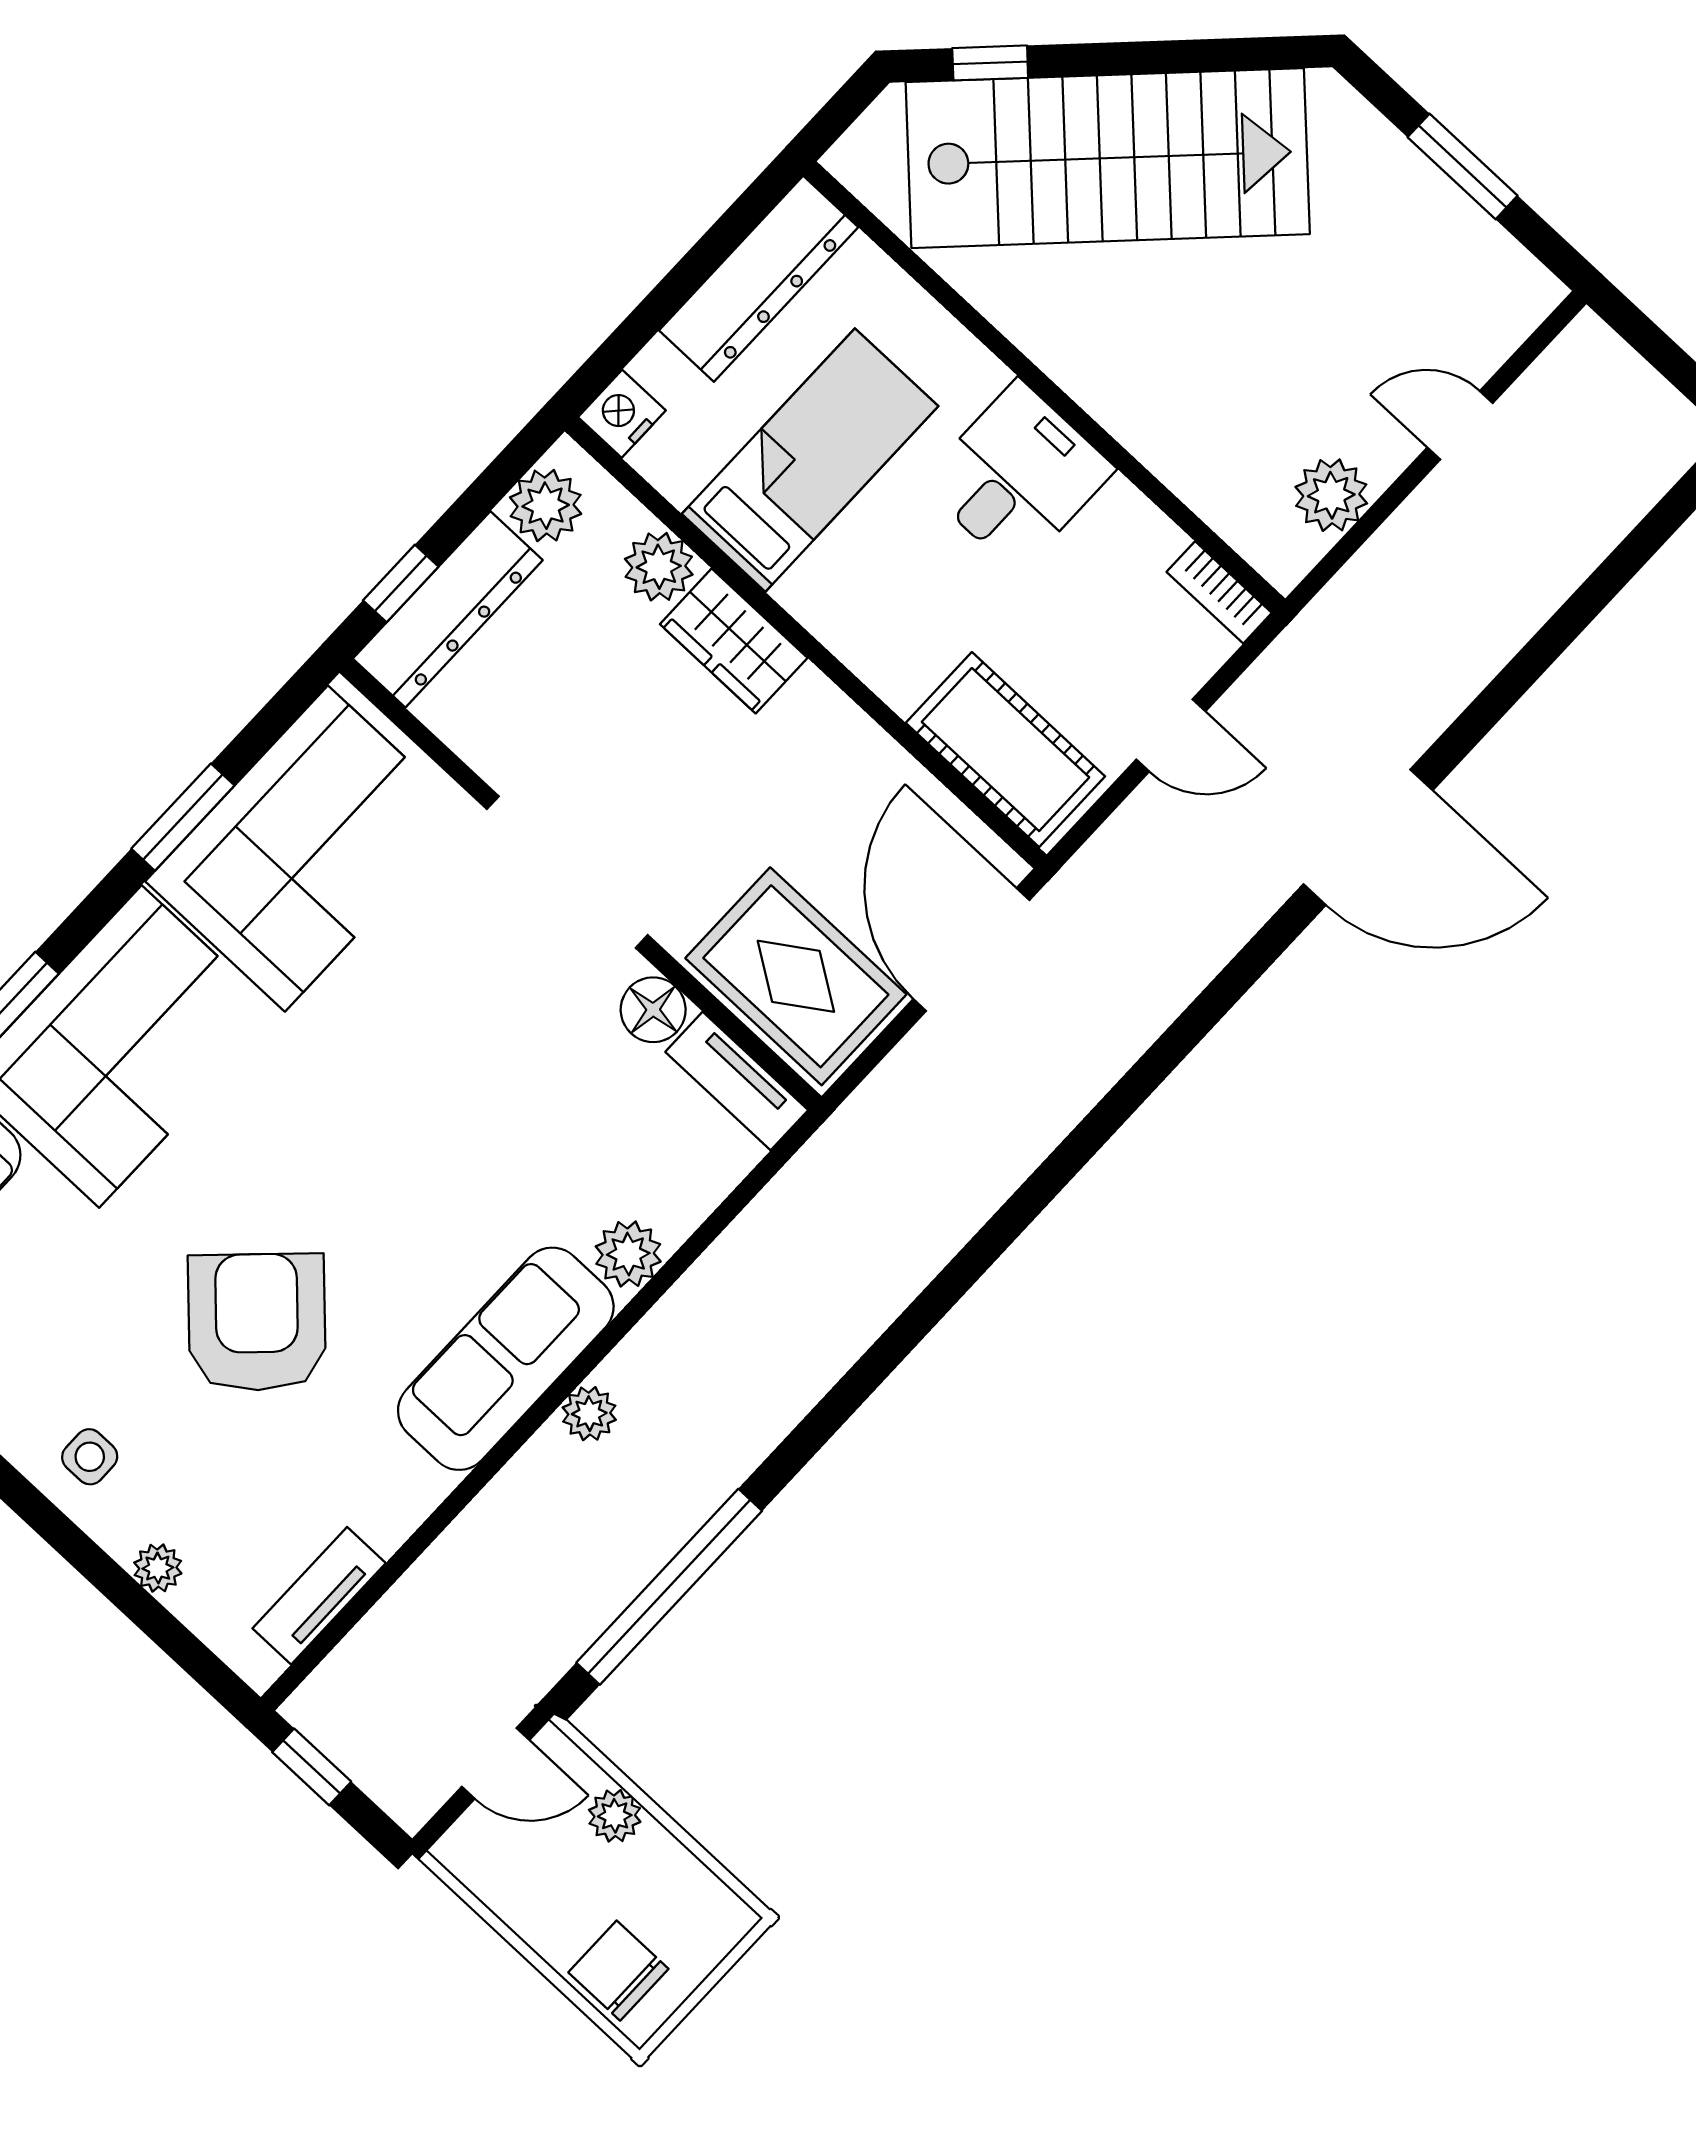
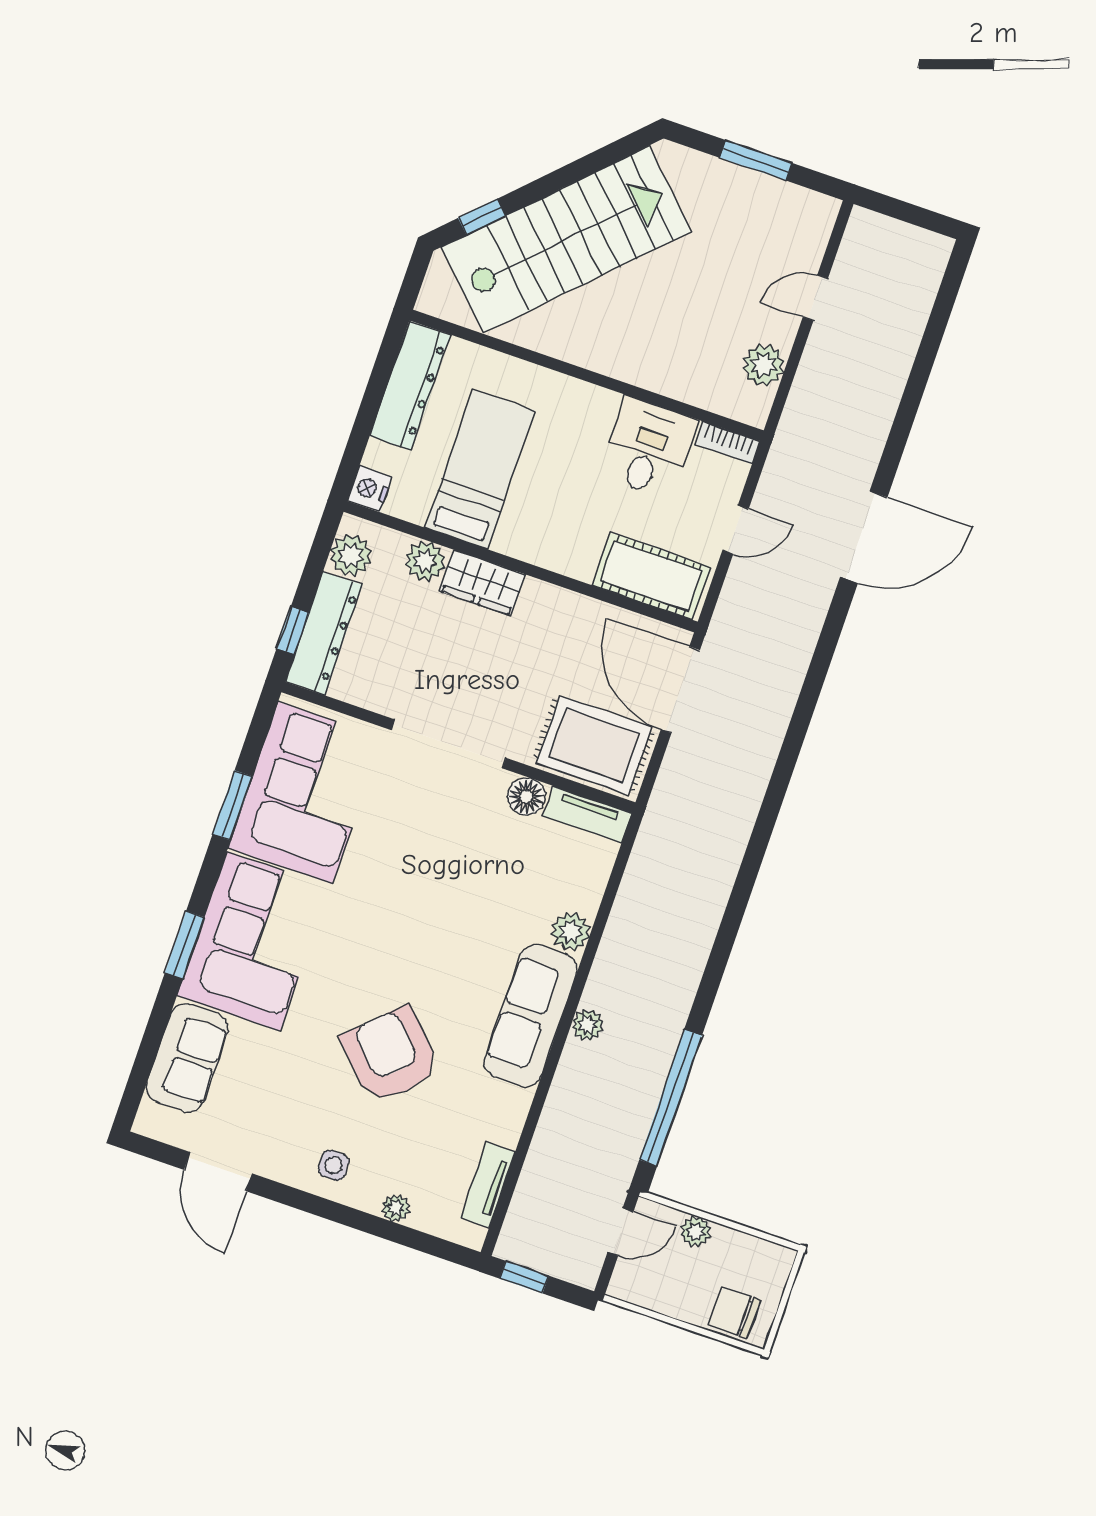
desk: (1017, 476) -> (648, 448), moved

